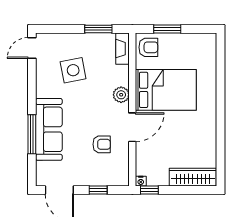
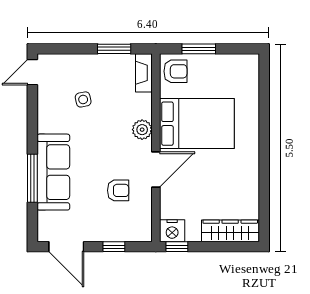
side table: (73, 70) -> (83, 99), width x0.54, depth x0.54
nightstand: (141, 181) -> (172, 231), width x1.89, depth x1.79

